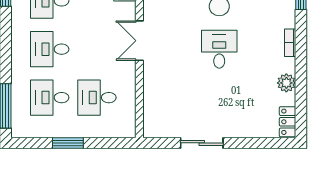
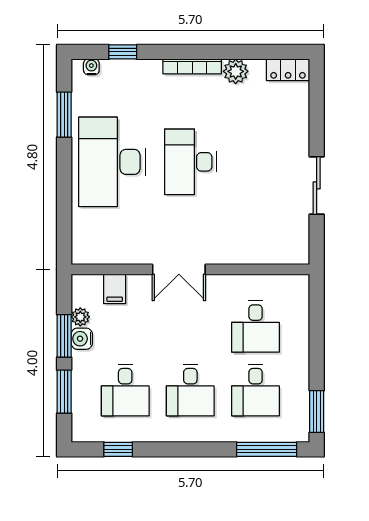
bookcase: (290, 43) -> (192, 66), width x1.56
desk: (219, 49) -> (190, 162), width x1.37
window: (68, 143) -> (317, 411), moved

